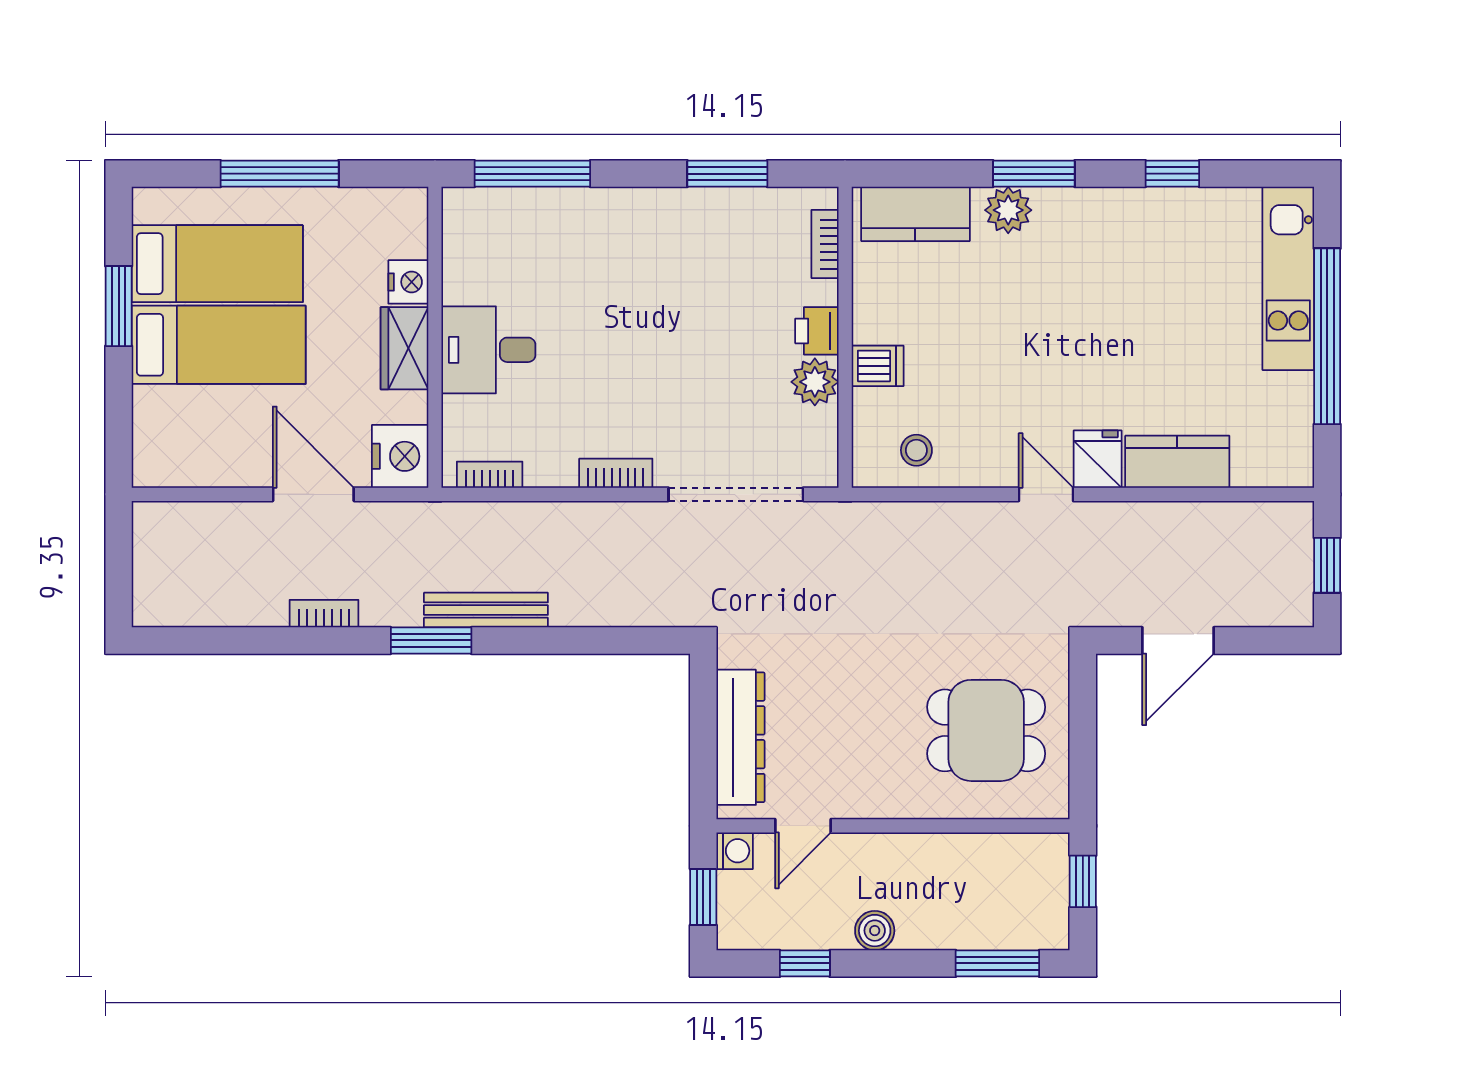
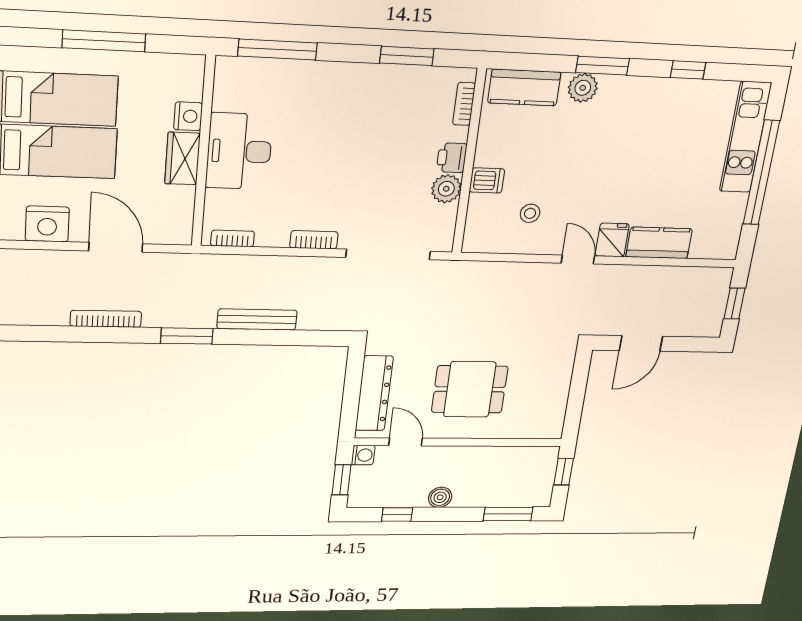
desk: (488, 350) -> (239, 151), width x1.37
stool: (916, 450) -> (530, 213), moved
nightstand: (400, 456) -> (47, 224), moved, turned 90
bench: (486, 610) -> (257, 319), moved
bookcase: (324, 614) -> (106, 319), width x1.56
dining table: (986, 730) -> (470, 389), moved
door: (803, 826) -> (406, 442), swing flipped

